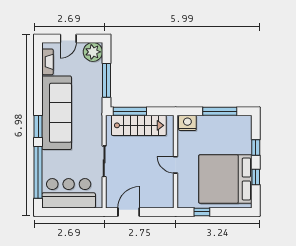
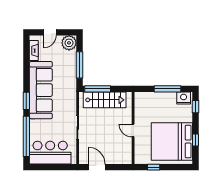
nightstand: (187, 123) -> (184, 98), moved
window: (256, 148) -> (196, 107), moved
door: (129, 212) -> (97, 167), hinge flipped

